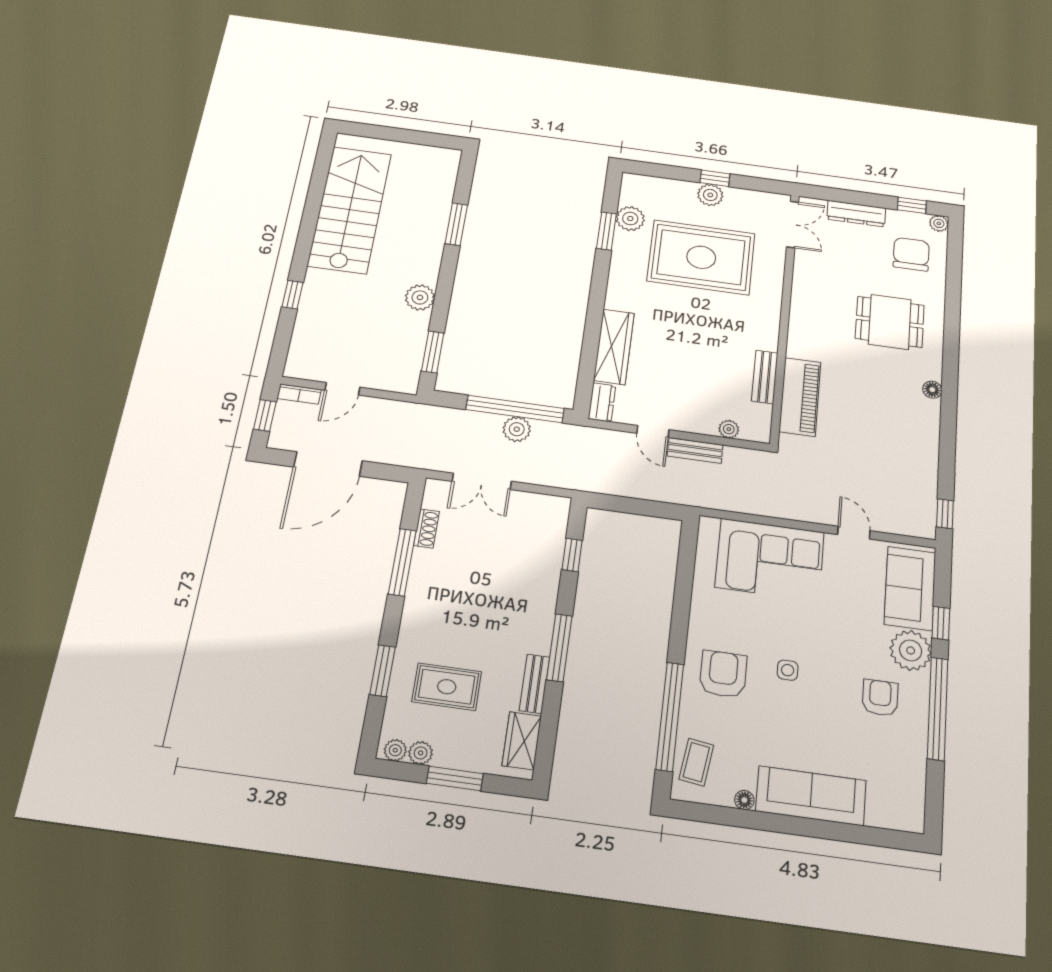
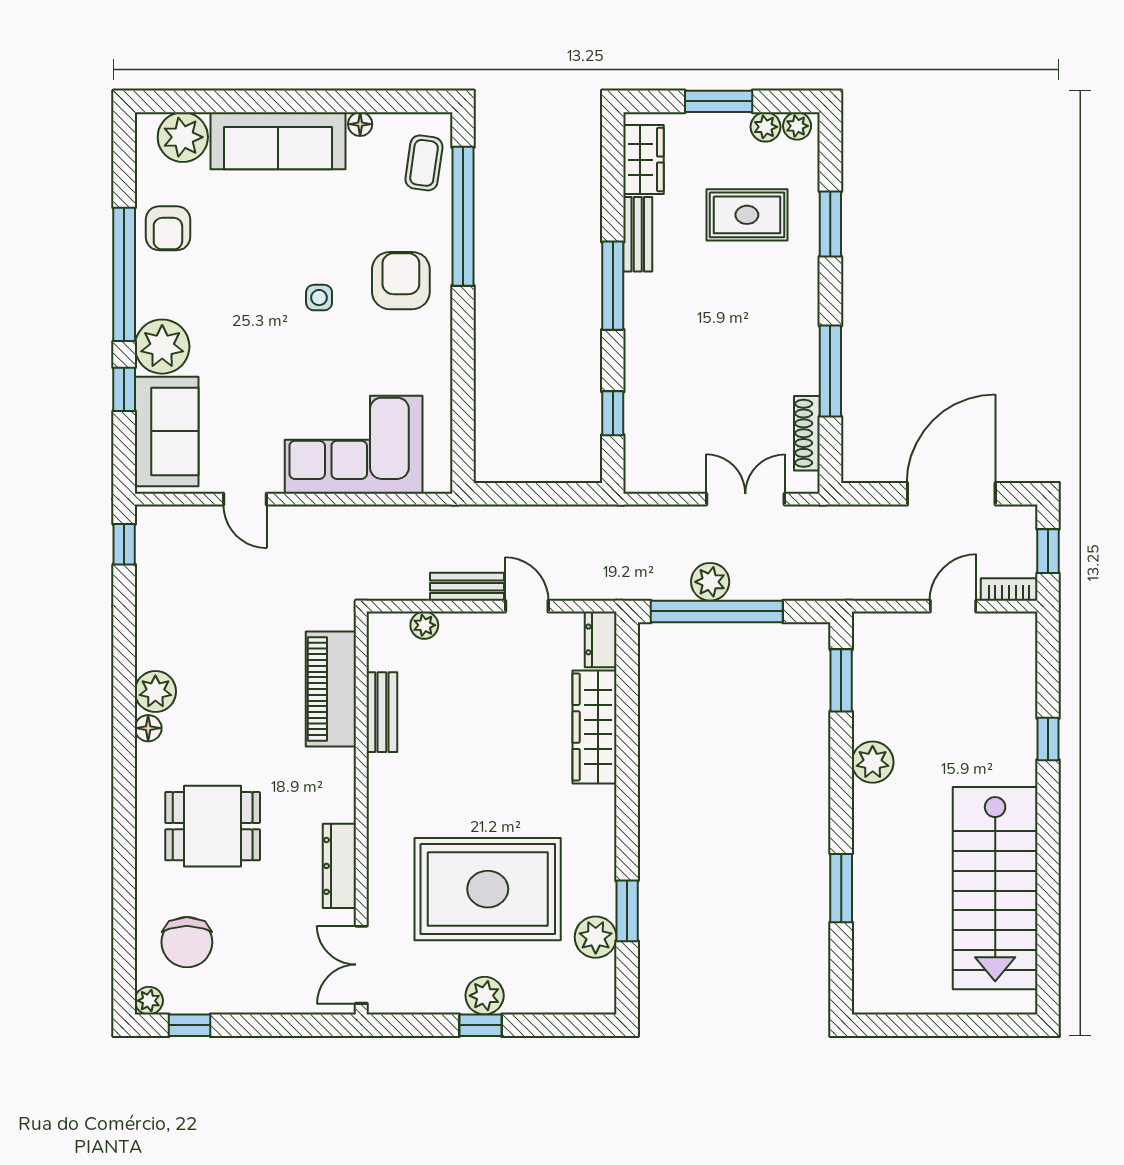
dresser: (856, 214) -> (339, 866), moved, turned -90
plant: (926, 413) -> (155, 691), added
shoe rack: (427, 529) -> (807, 433), width x1.43
armchair: (723, 674) -> (401, 281), turned 180
armchair: (880, 698) -> (168, 228), moved
plant: (887, 809) -> (183, 137), added

